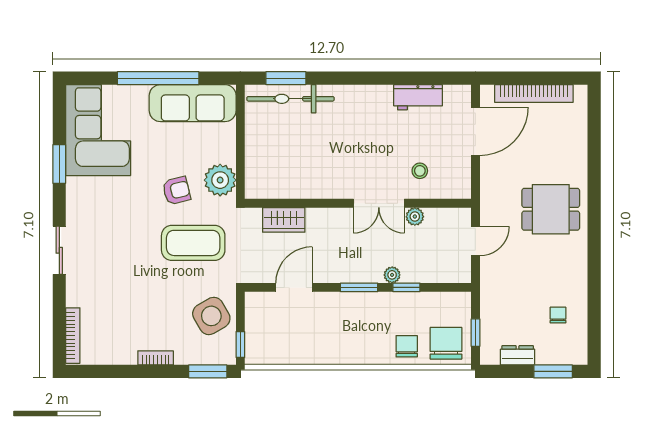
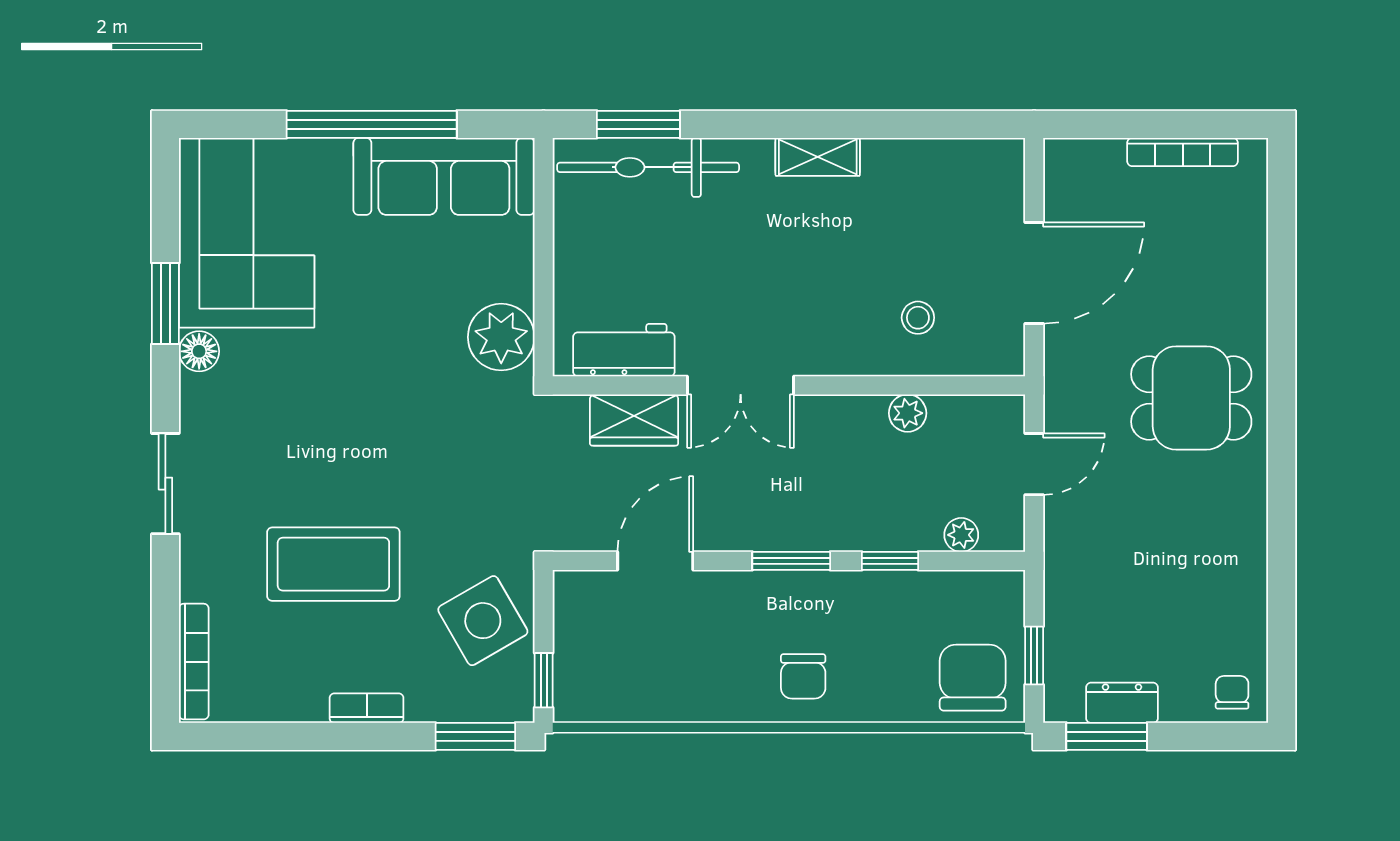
shelving: (372, 94) -> (818, 157), added
bookcase: (534, 94) -> (1183, 152), width x0.68, depth x0.76
workbench: (418, 97) -> (624, 350), moved, turned 180
door: (475, 131) -> (1034, 273), moved
floor lamp: (75, 187) -> (199, 351), added
armchair: (177, 191) -> (410, 359), removed
double door: (379, 203) -> (741, 385), moved
coffee table: (193, 243) -> (333, 564), moved
plant: (392, 275) -> (961, 535), moved
chair: (558, 315) -> (1232, 692), moved
chair: (407, 346) -> (803, 676), moved, turned 180
window: (553, 371) -> (1107, 736), moved

